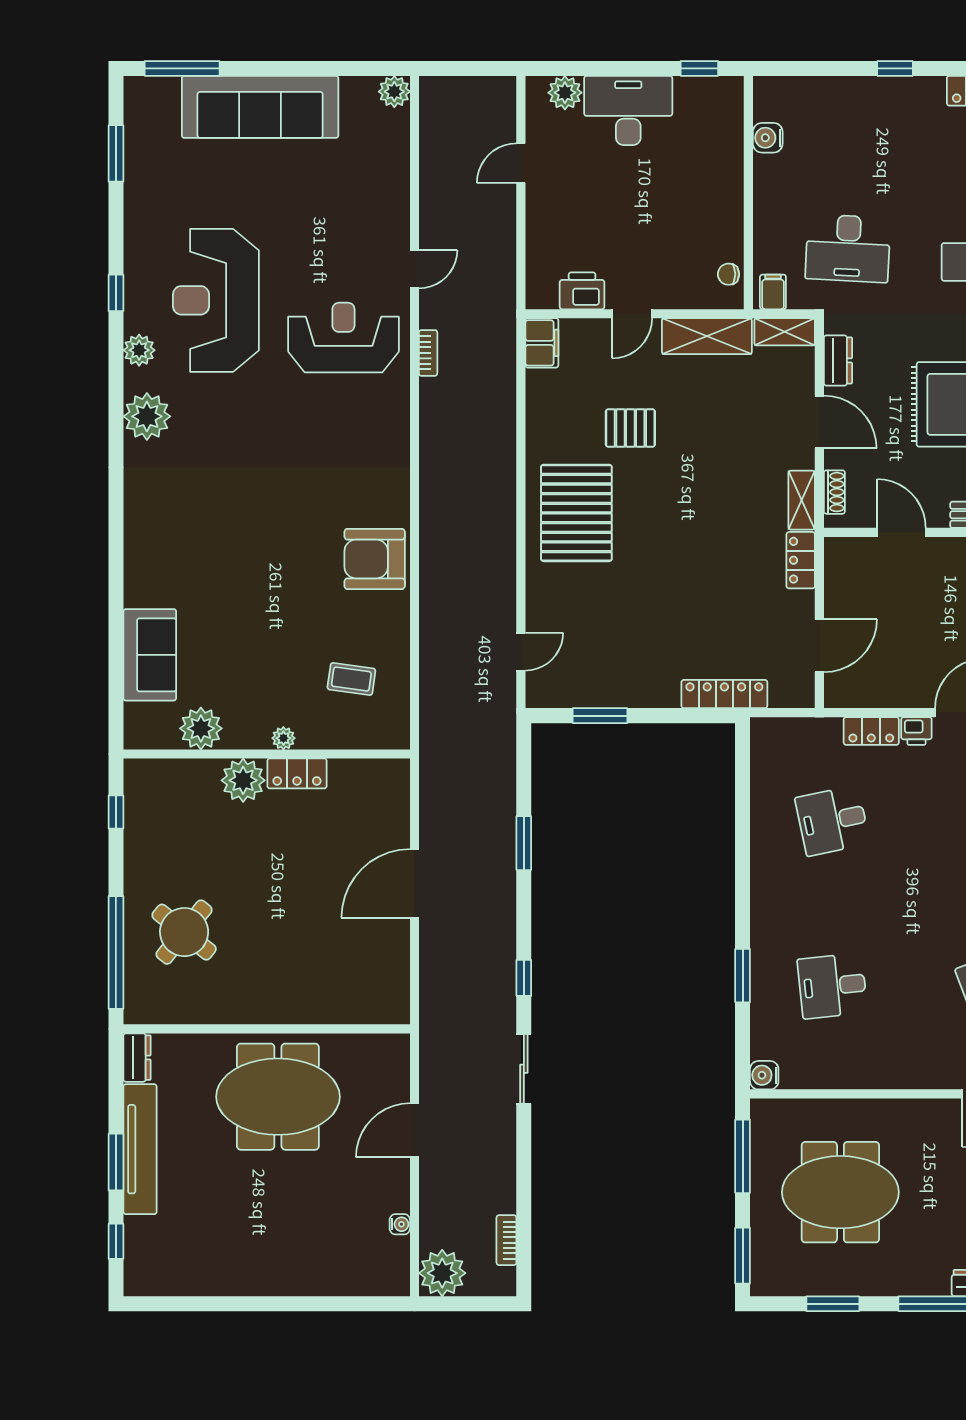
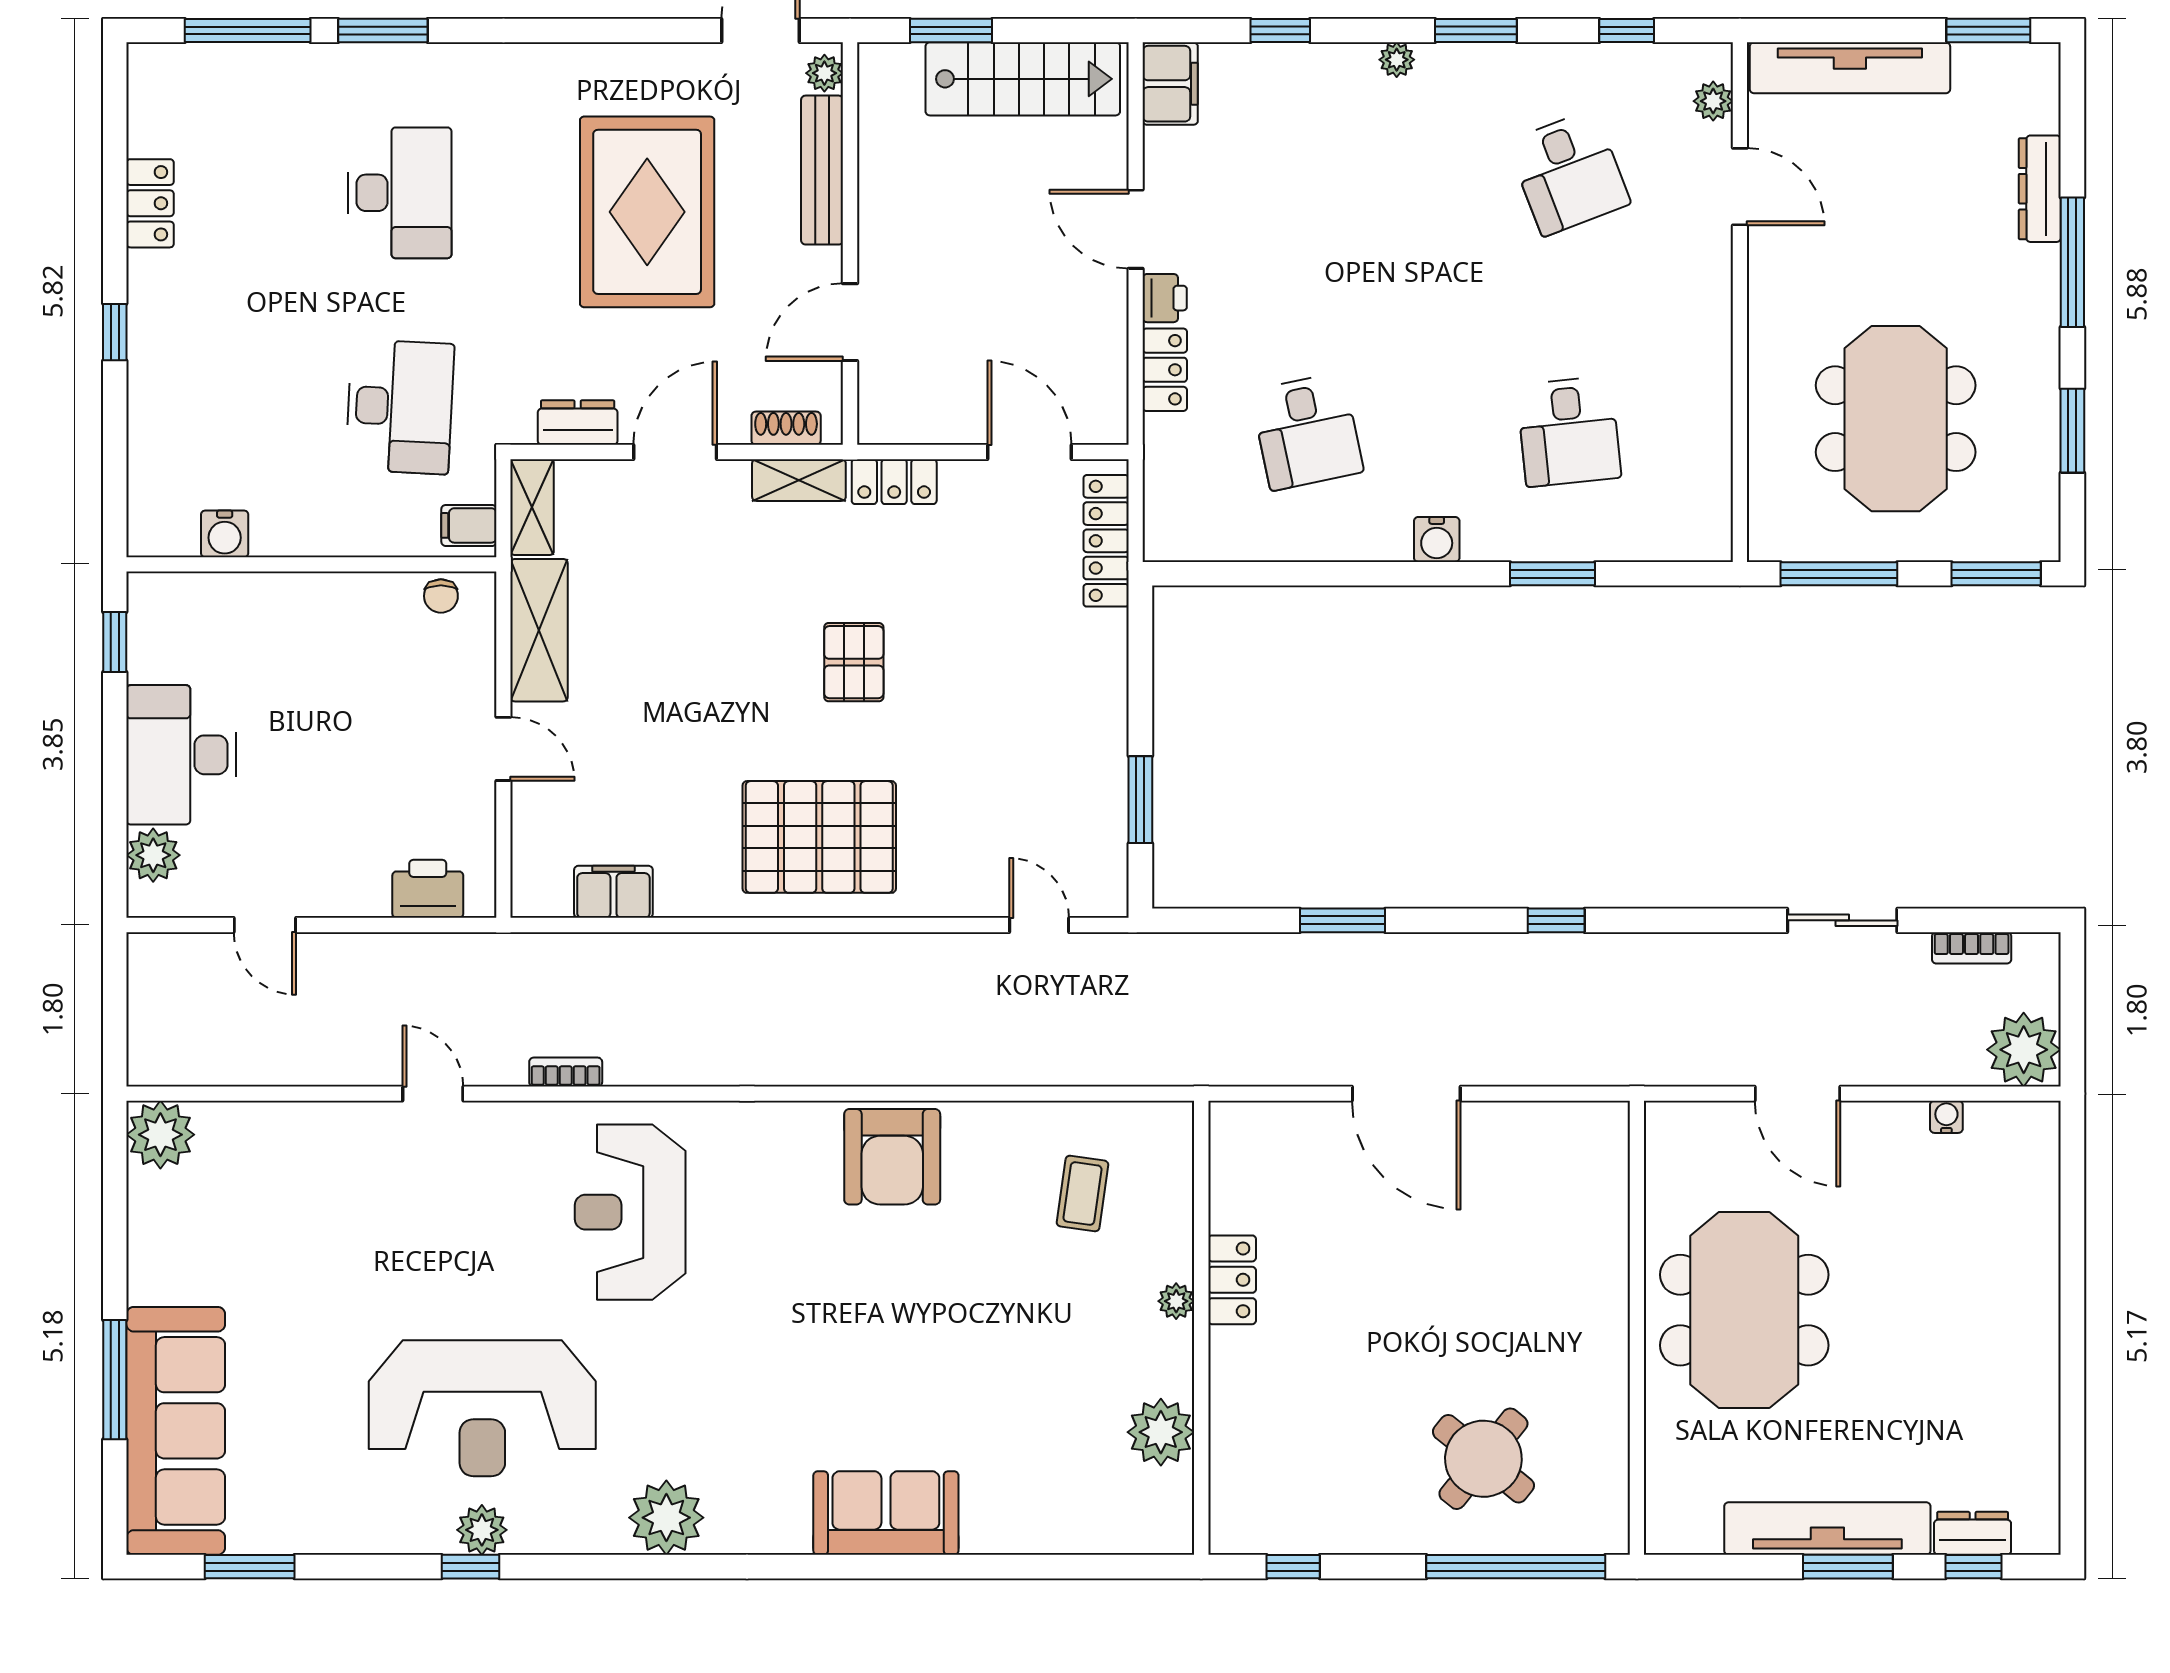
window: (182, 68) -> (115, 1380), moved
plant: (394, 92) -> (160, 1135), width x1.36, depth x1.36
sofa: (260, 107) -> (176, 1431), moved
printer: (582, 291) -> (428, 889), moved, turned 90
reception desk: (343, 338) -> (630, 1212), moved
filing cabinet: (542, 343) -> (613, 892), moved
plant: (139, 350) -> (482, 1530), moved
pallet: (630, 428) -> (854, 662), moved
sofa: (150, 655) -> (886, 1513), moved
locker: (724, 694) -> (1106, 541), moved
plant: (243, 780) -> (1243, 1365), removed
dresser: (137, 1058) -> (1973, 1533), moved
sliding door: (524, 1069) -> (1842, 920), moved
water cooler: (764, 1075) -> (1437, 539), moved

